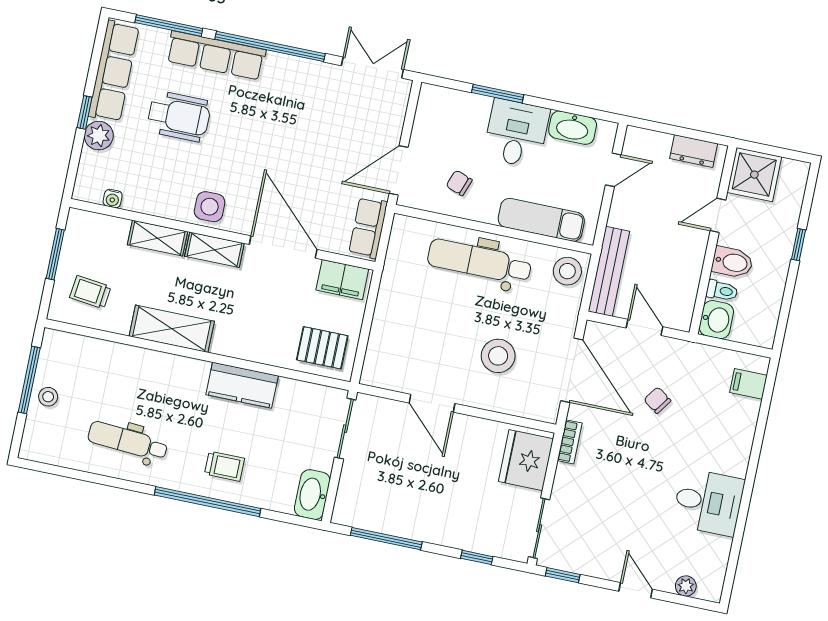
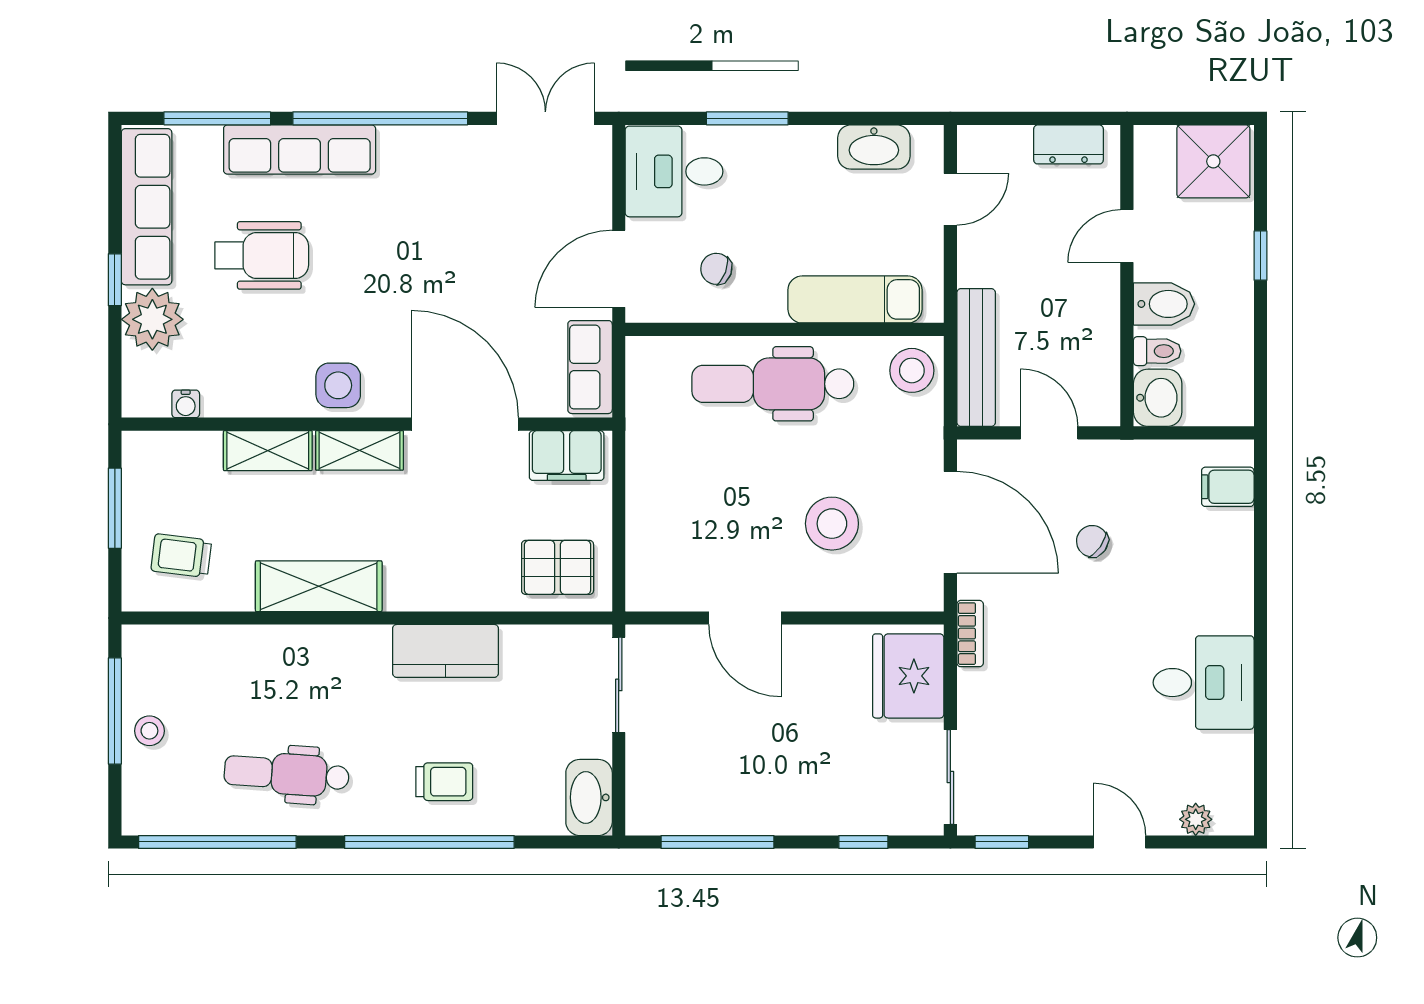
desk: (516, 133) -> (674, 171), moved, turned -90
plant: (99, 136) -> (152, 319), width x1.36, depth x1.36
shower: (754, 175) -> (1213, 161), moved
window: (76, 474) -> (217, 842), added

